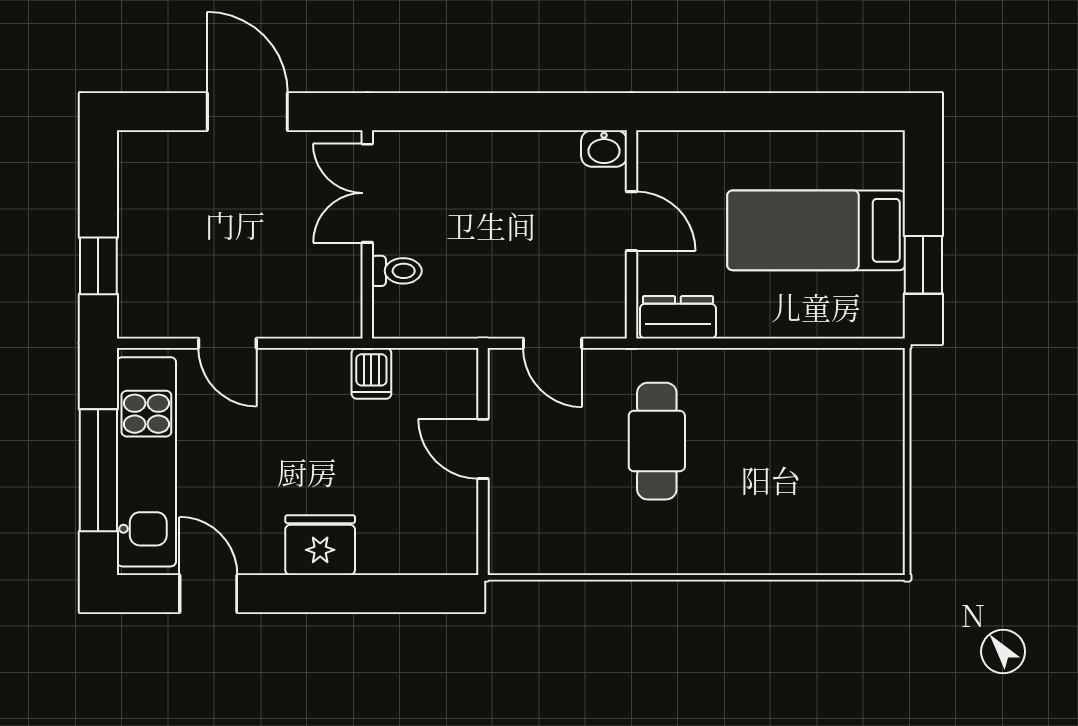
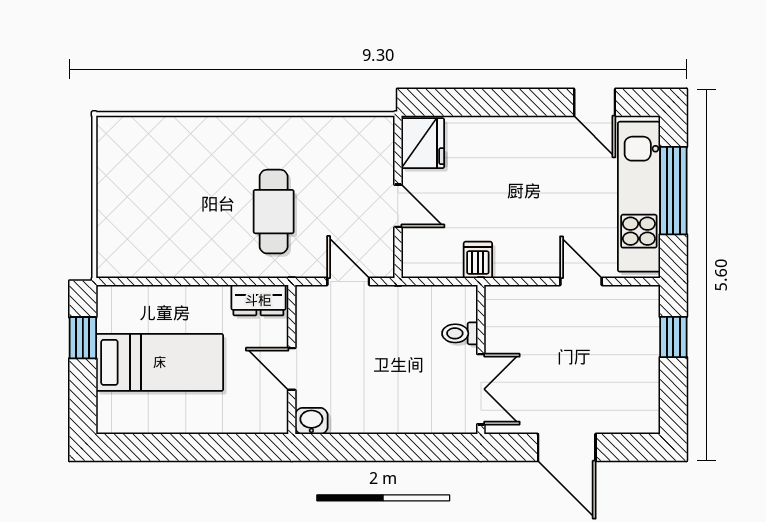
fridge: (320, 545) -> (423, 143), moved, turned -90

